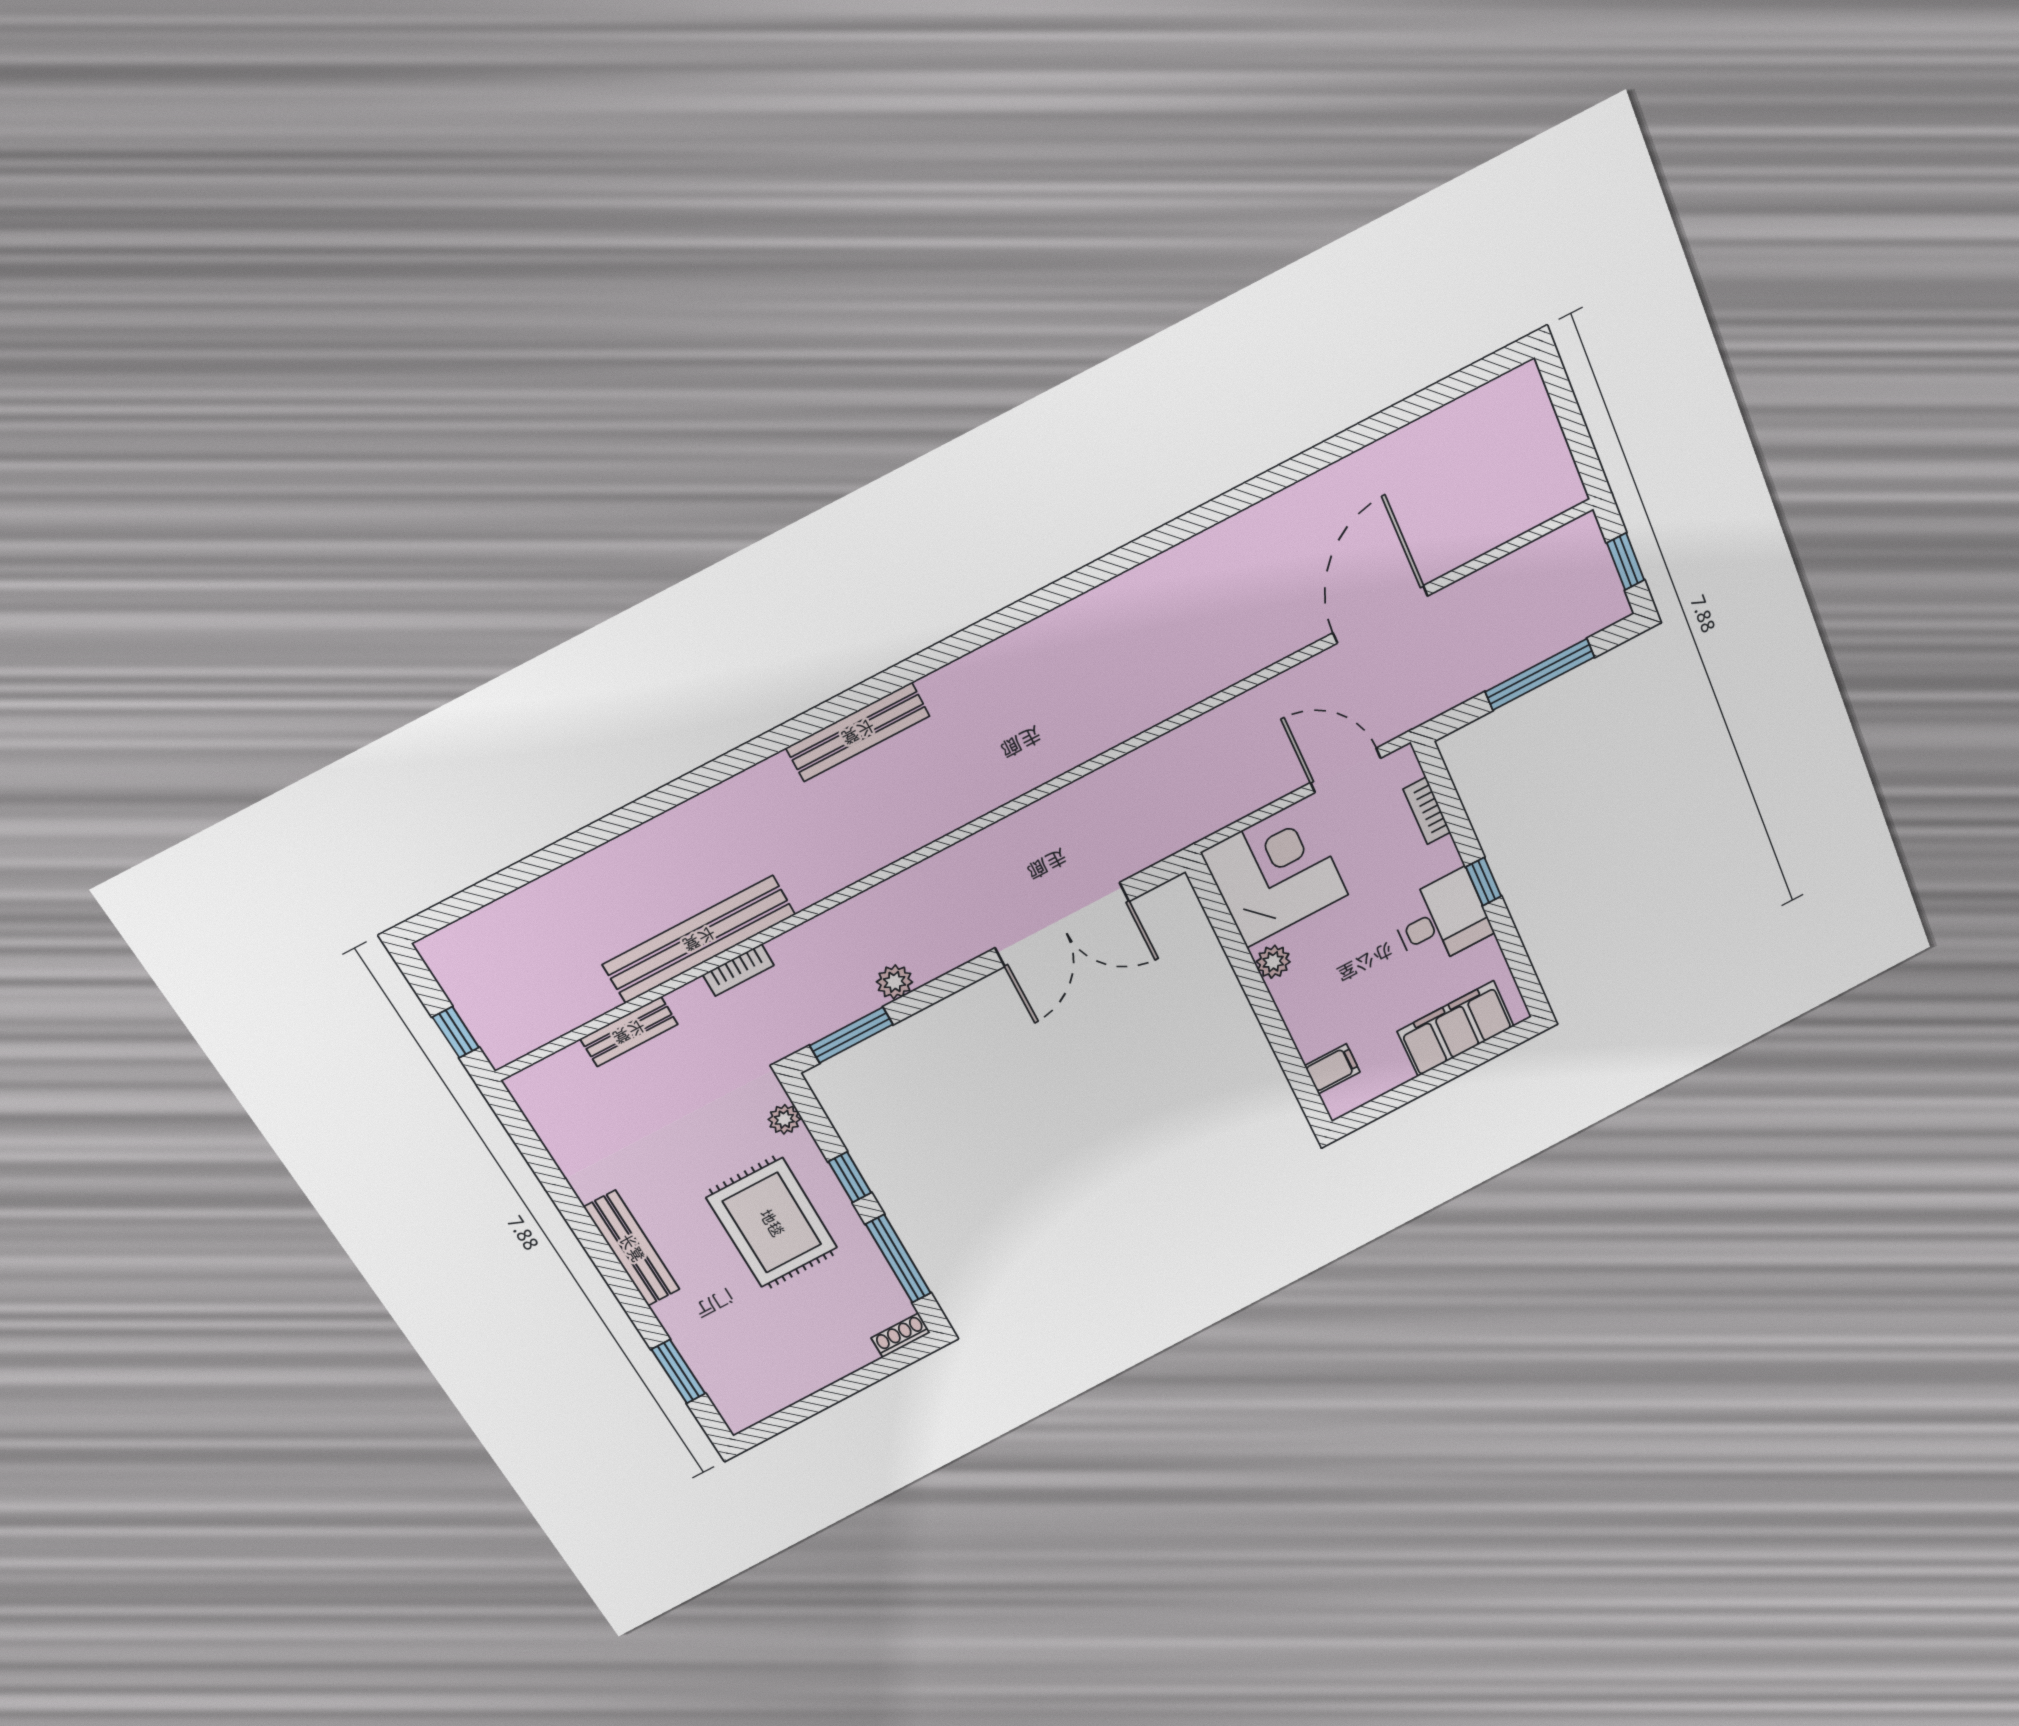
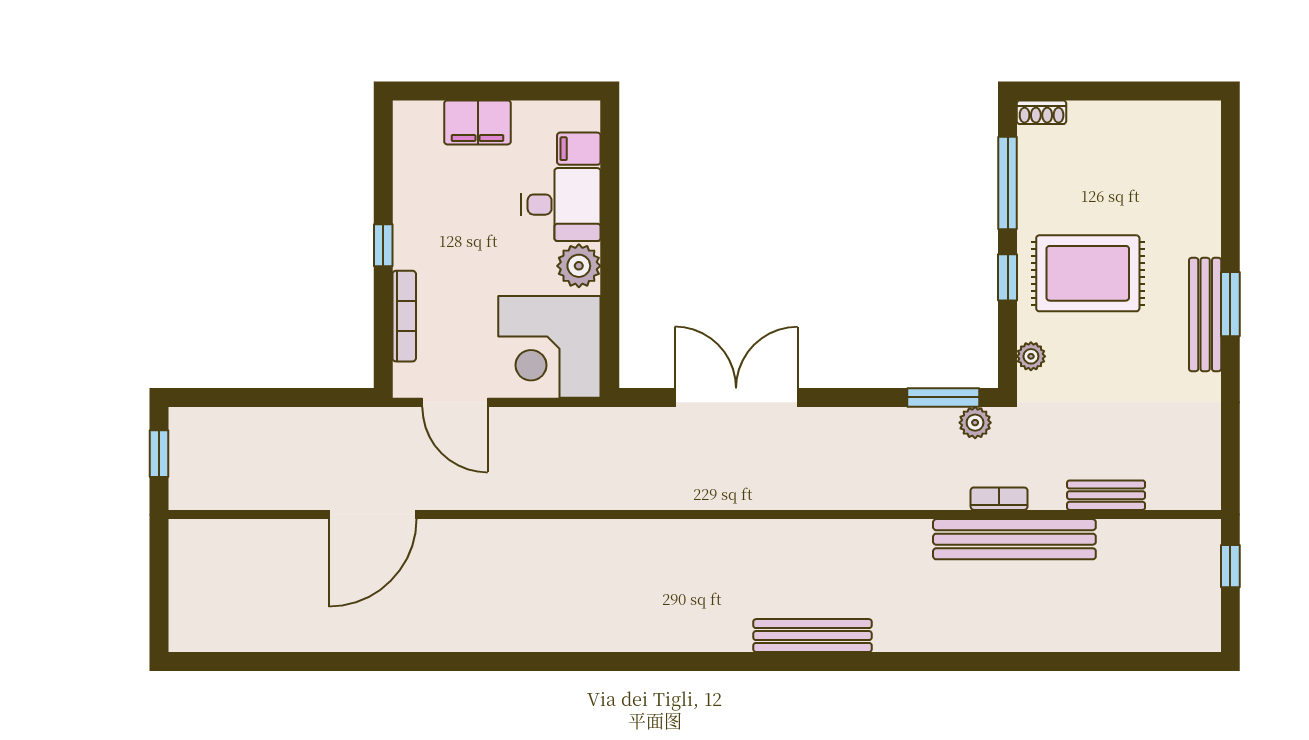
window: (1540, 674) -> (265, 397), removed
bookcase: (1427, 811) -> (404, 316), width x1.56
desk: (1441, 920) -> (561, 205), moved, turned 180
plant: (1273, 962) -> (579, 266), width x1.38, depth x1.38
plant: (895, 982) -> (975, 423), moved
filing cabinet: (1456, 1029) -> (478, 122), width x0.67, depth x0.86
rug: (772, 1223) -> (1088, 273), turned 90
window: (678, 1372) -> (1230, 304), moved

